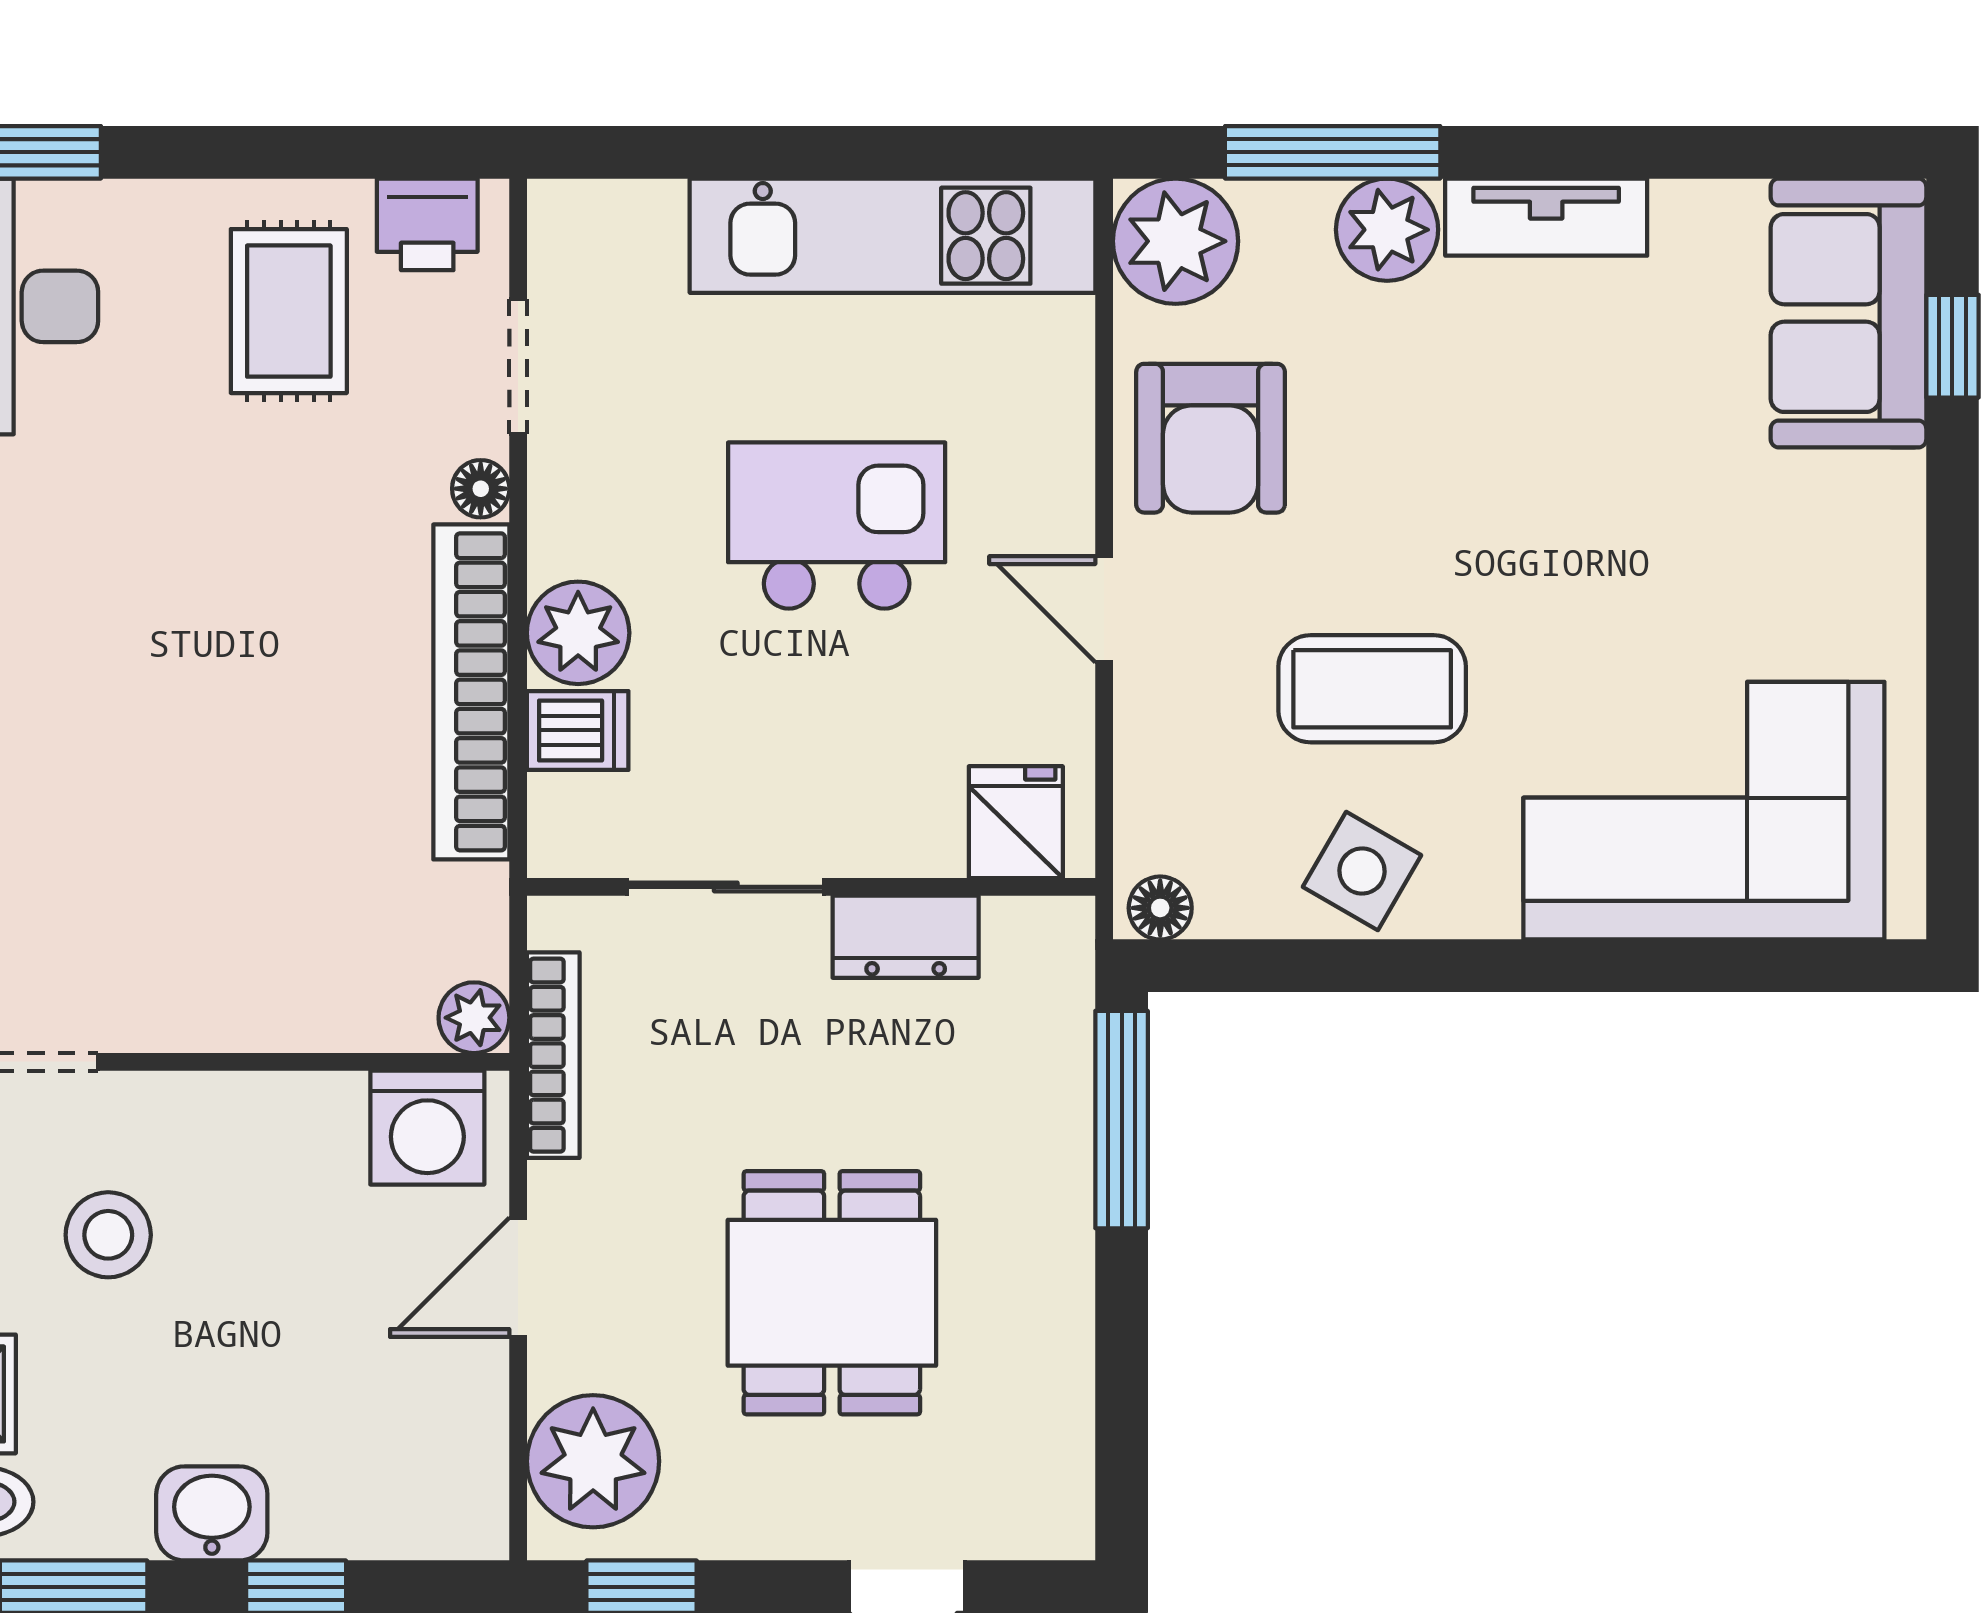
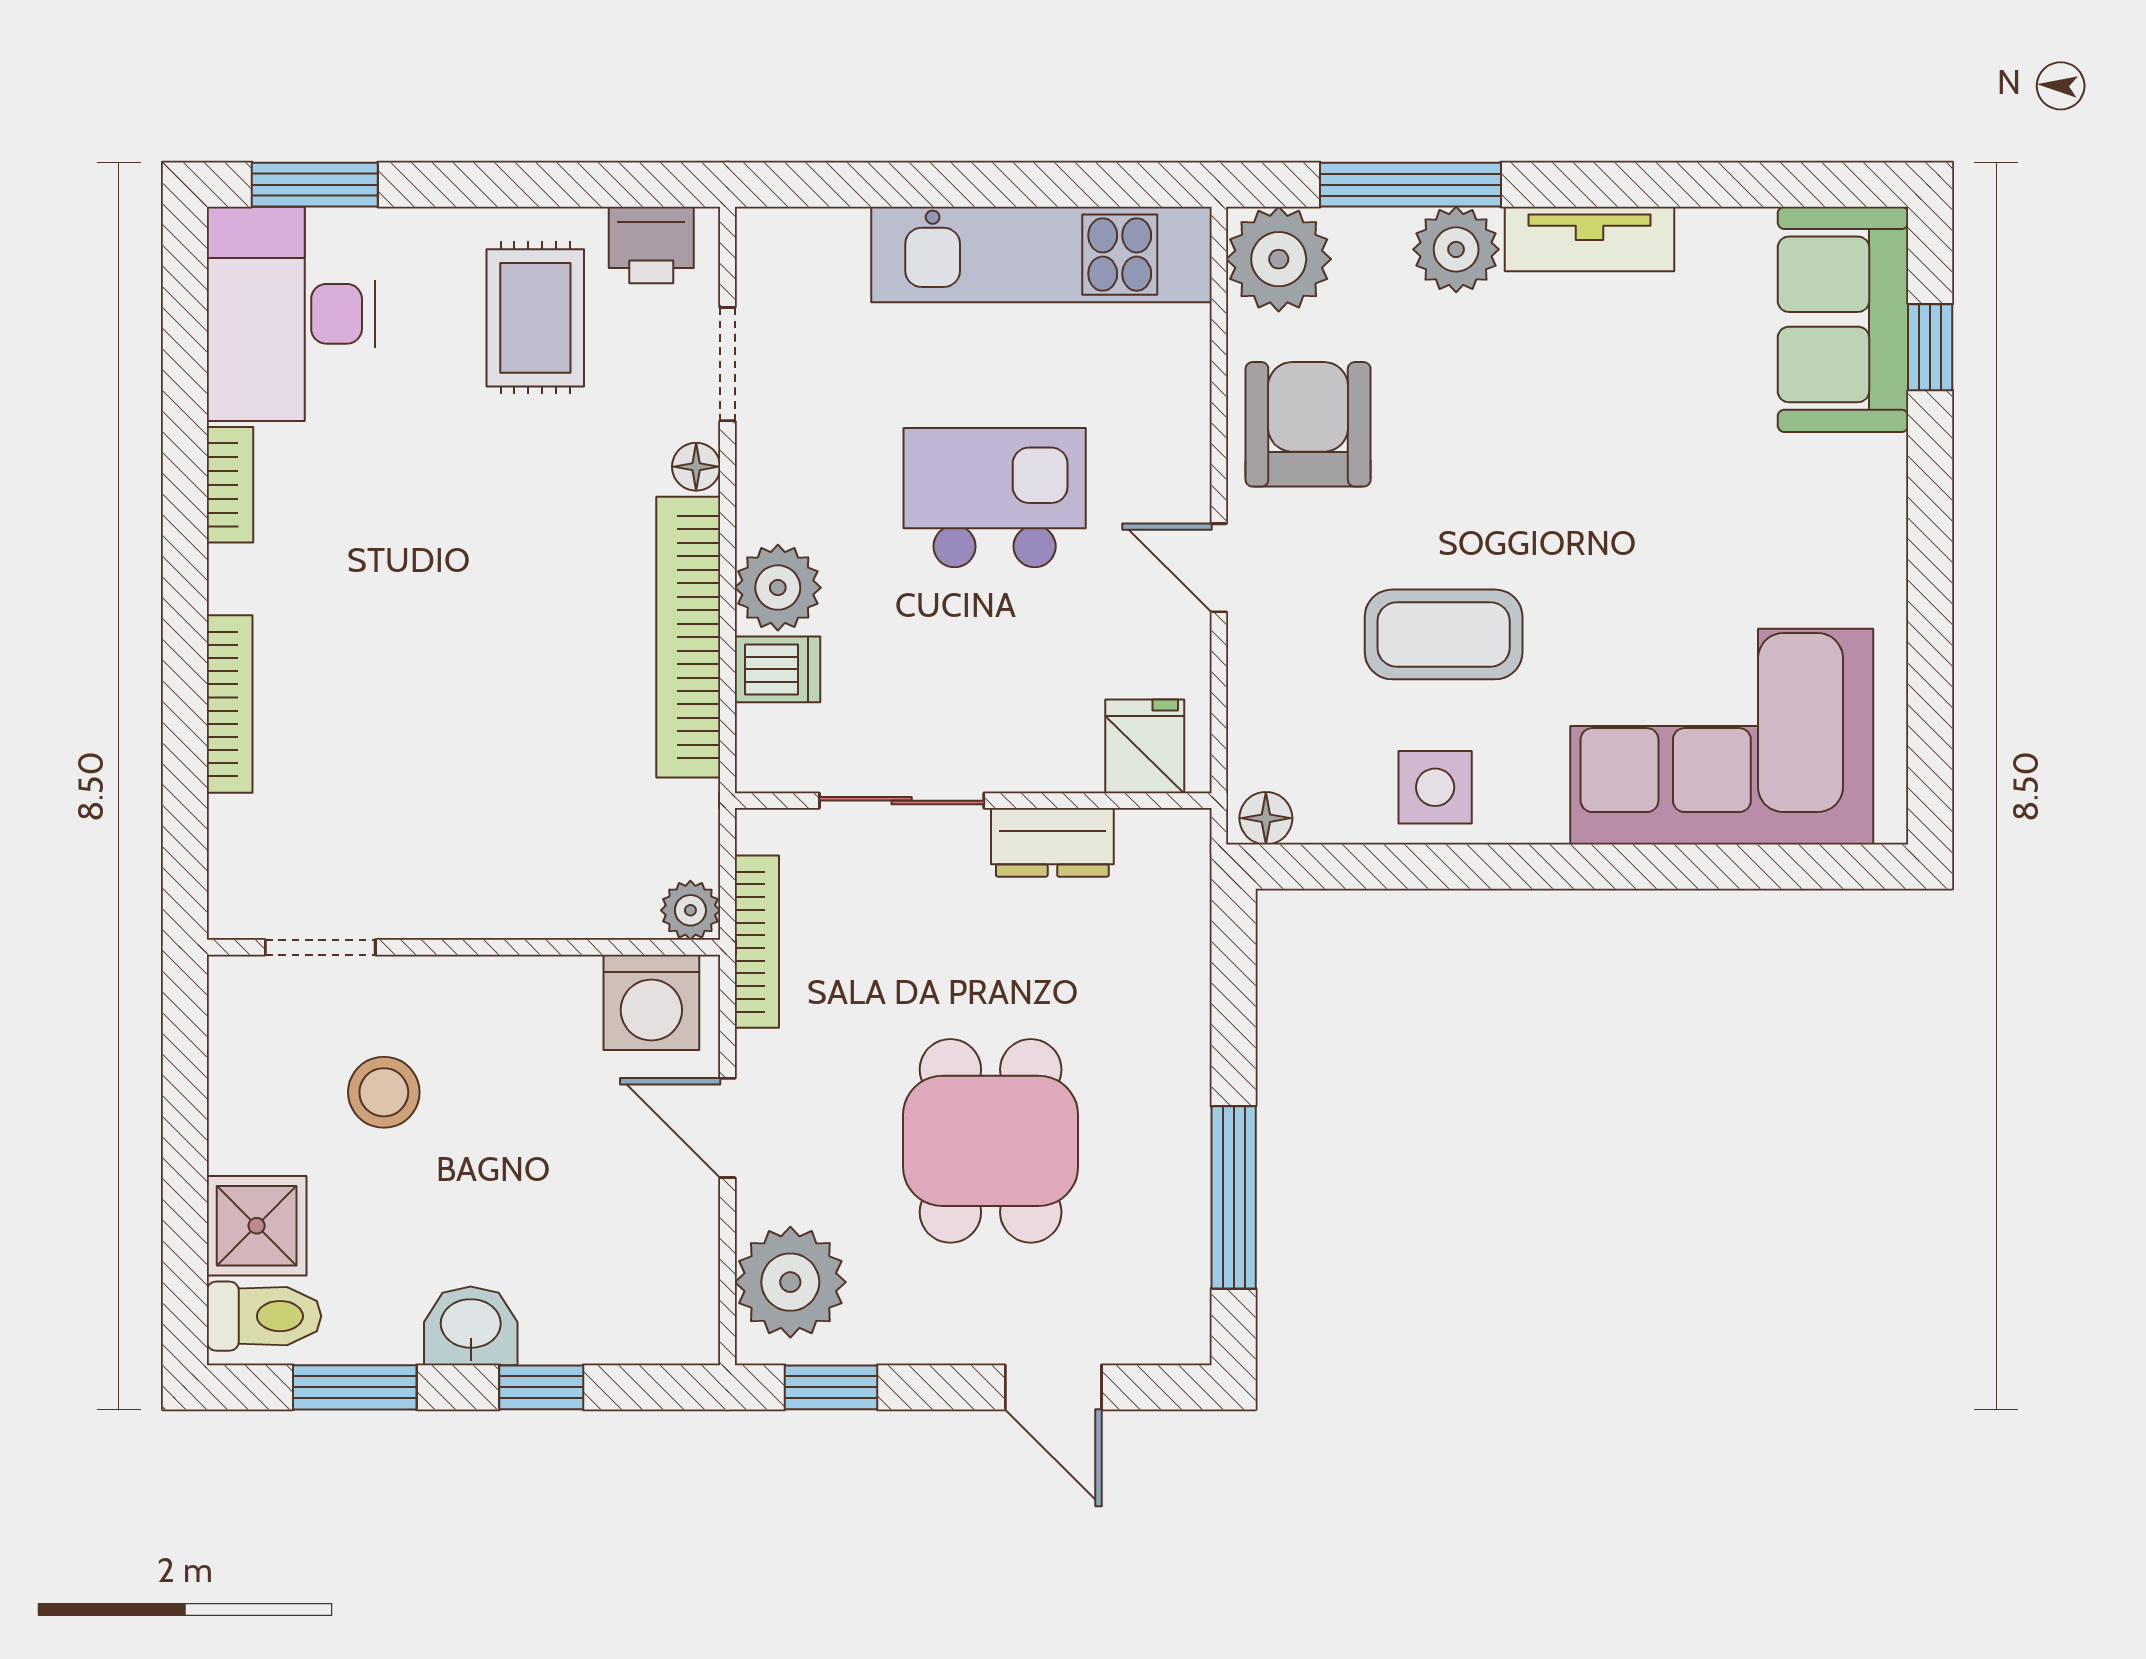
armchair: (1211, 438) -> (1308, 424), turned 180
side table: (1362, 871) -> (1435, 787), turned -30
window: (1122, 1120) -> (1234, 1197), moved
door: (518, 1277) -> (727, 1128), hinge flipped

